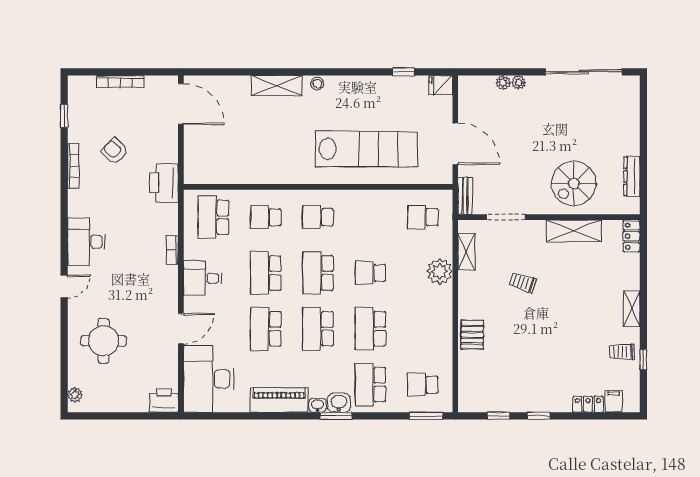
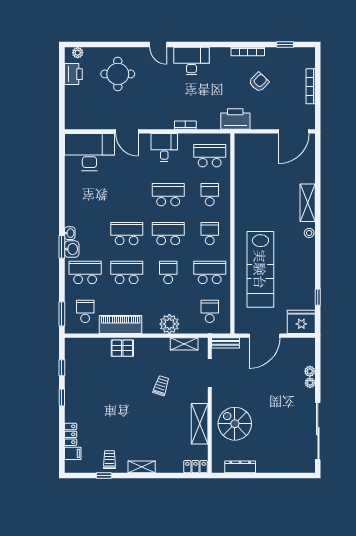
fridge: (441, 85) -> (301, 322), width x1.88, depth x1.34
school desk: (266, 329) -> (210, 272), moved
piano: (279, 400) -> (121, 324), moved, turned -90
printer: (164, 401) -> (73, 74), moved

